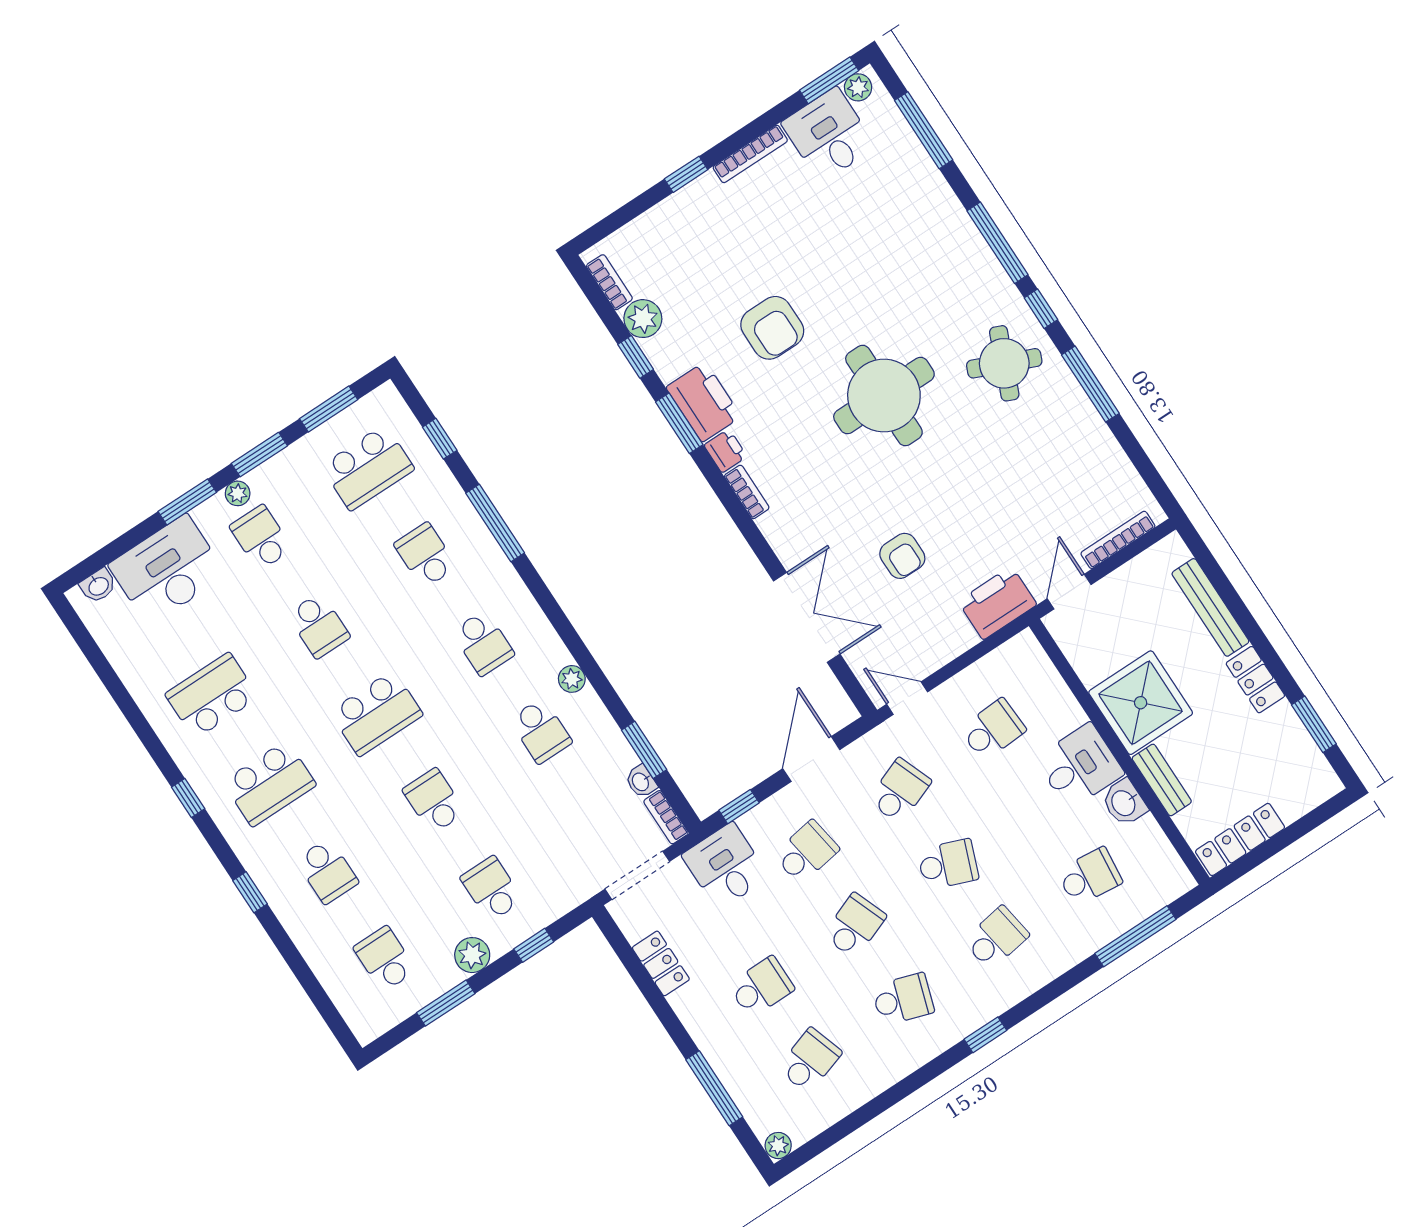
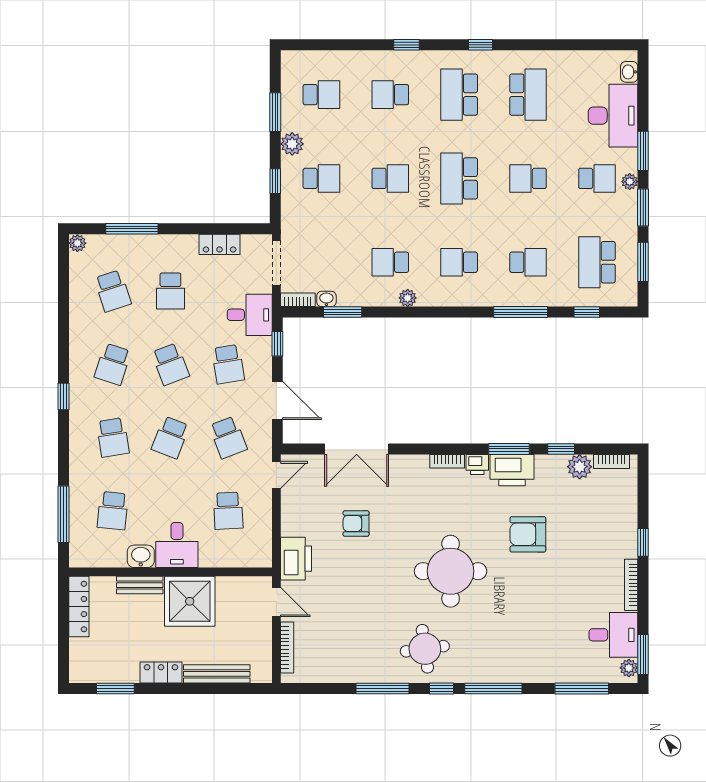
round table: (1004, 363) -> (425, 649), turned -31

